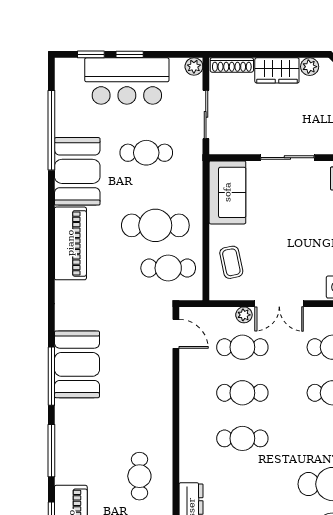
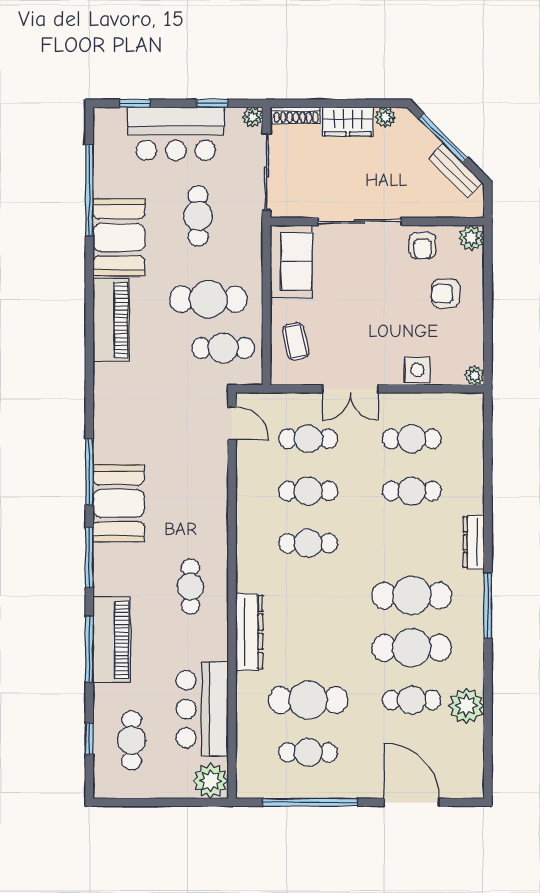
window: (130, 54) -> (212, 103), moved
sliding door: (206, 114) -> (266, 172), width x1.37
cafe table: (146, 153) -> (198, 216), turned 90
sliding door: (287, 158) -> (360, 221), width x1.37
plant: (244, 315) -> (310, 402), removed
booth: (77, 364) -> (119, 503), moved

